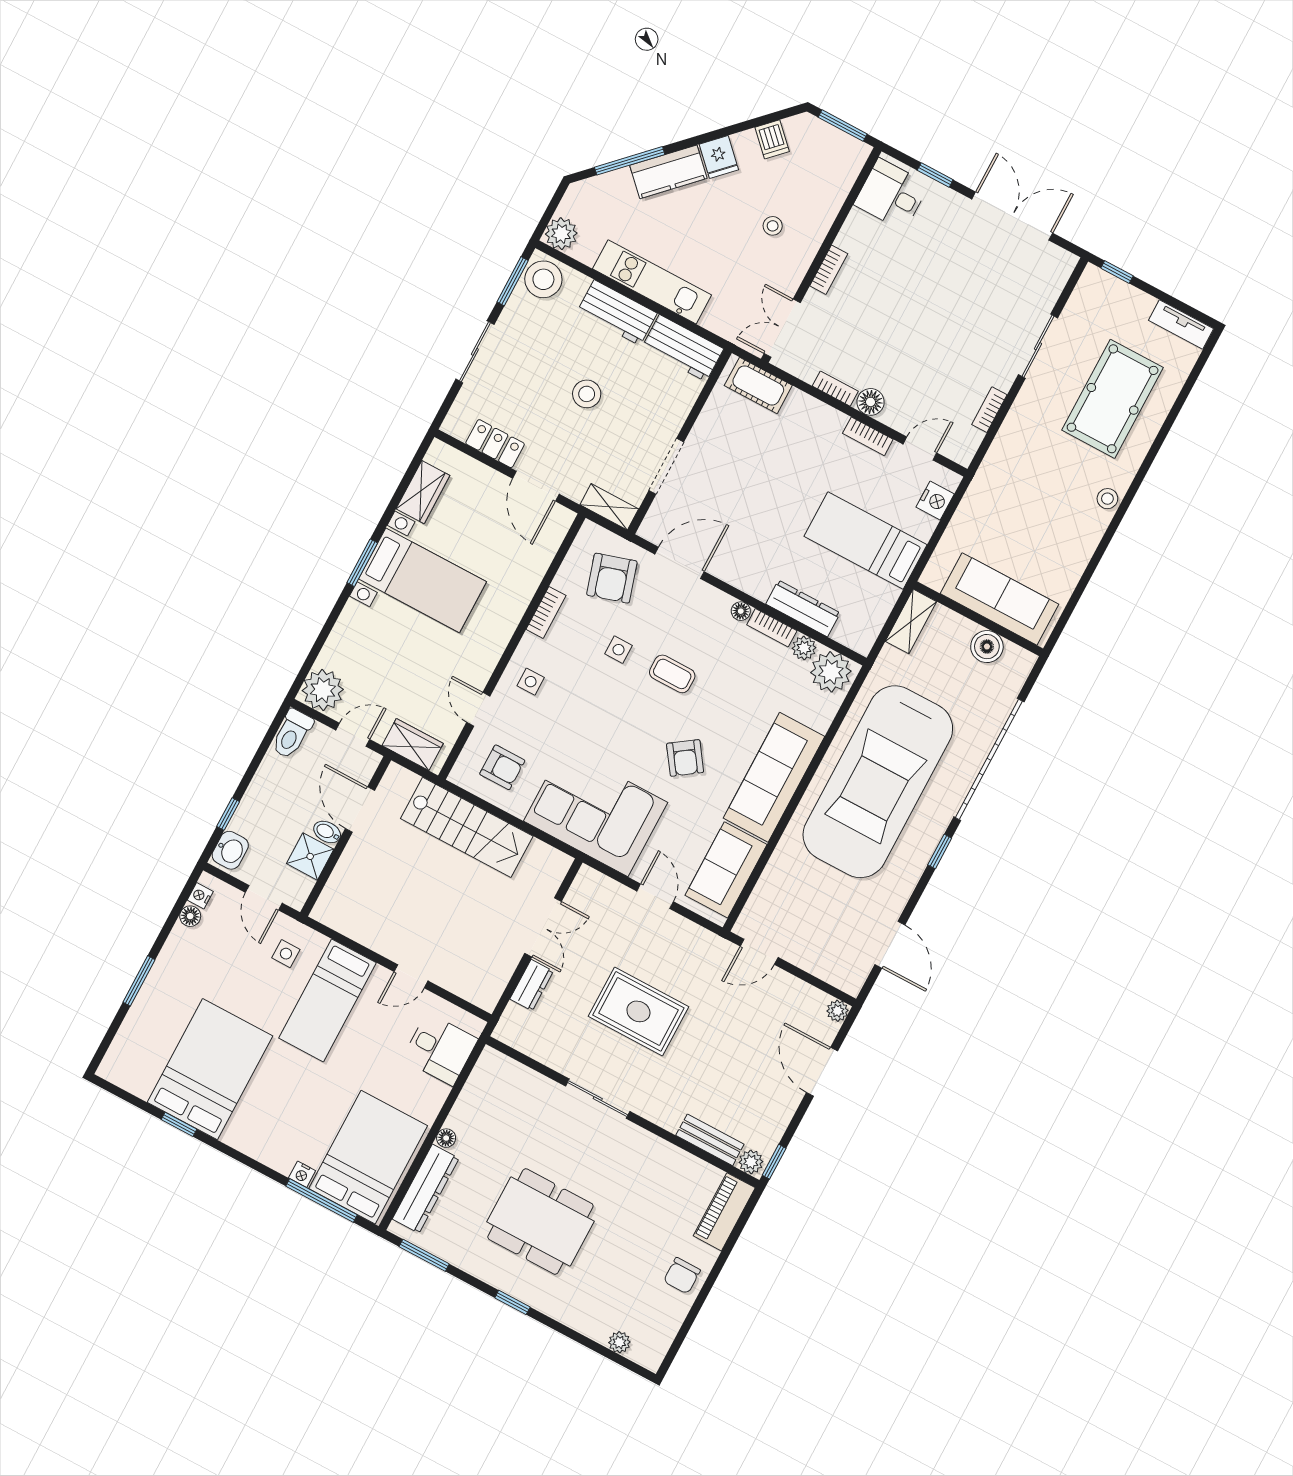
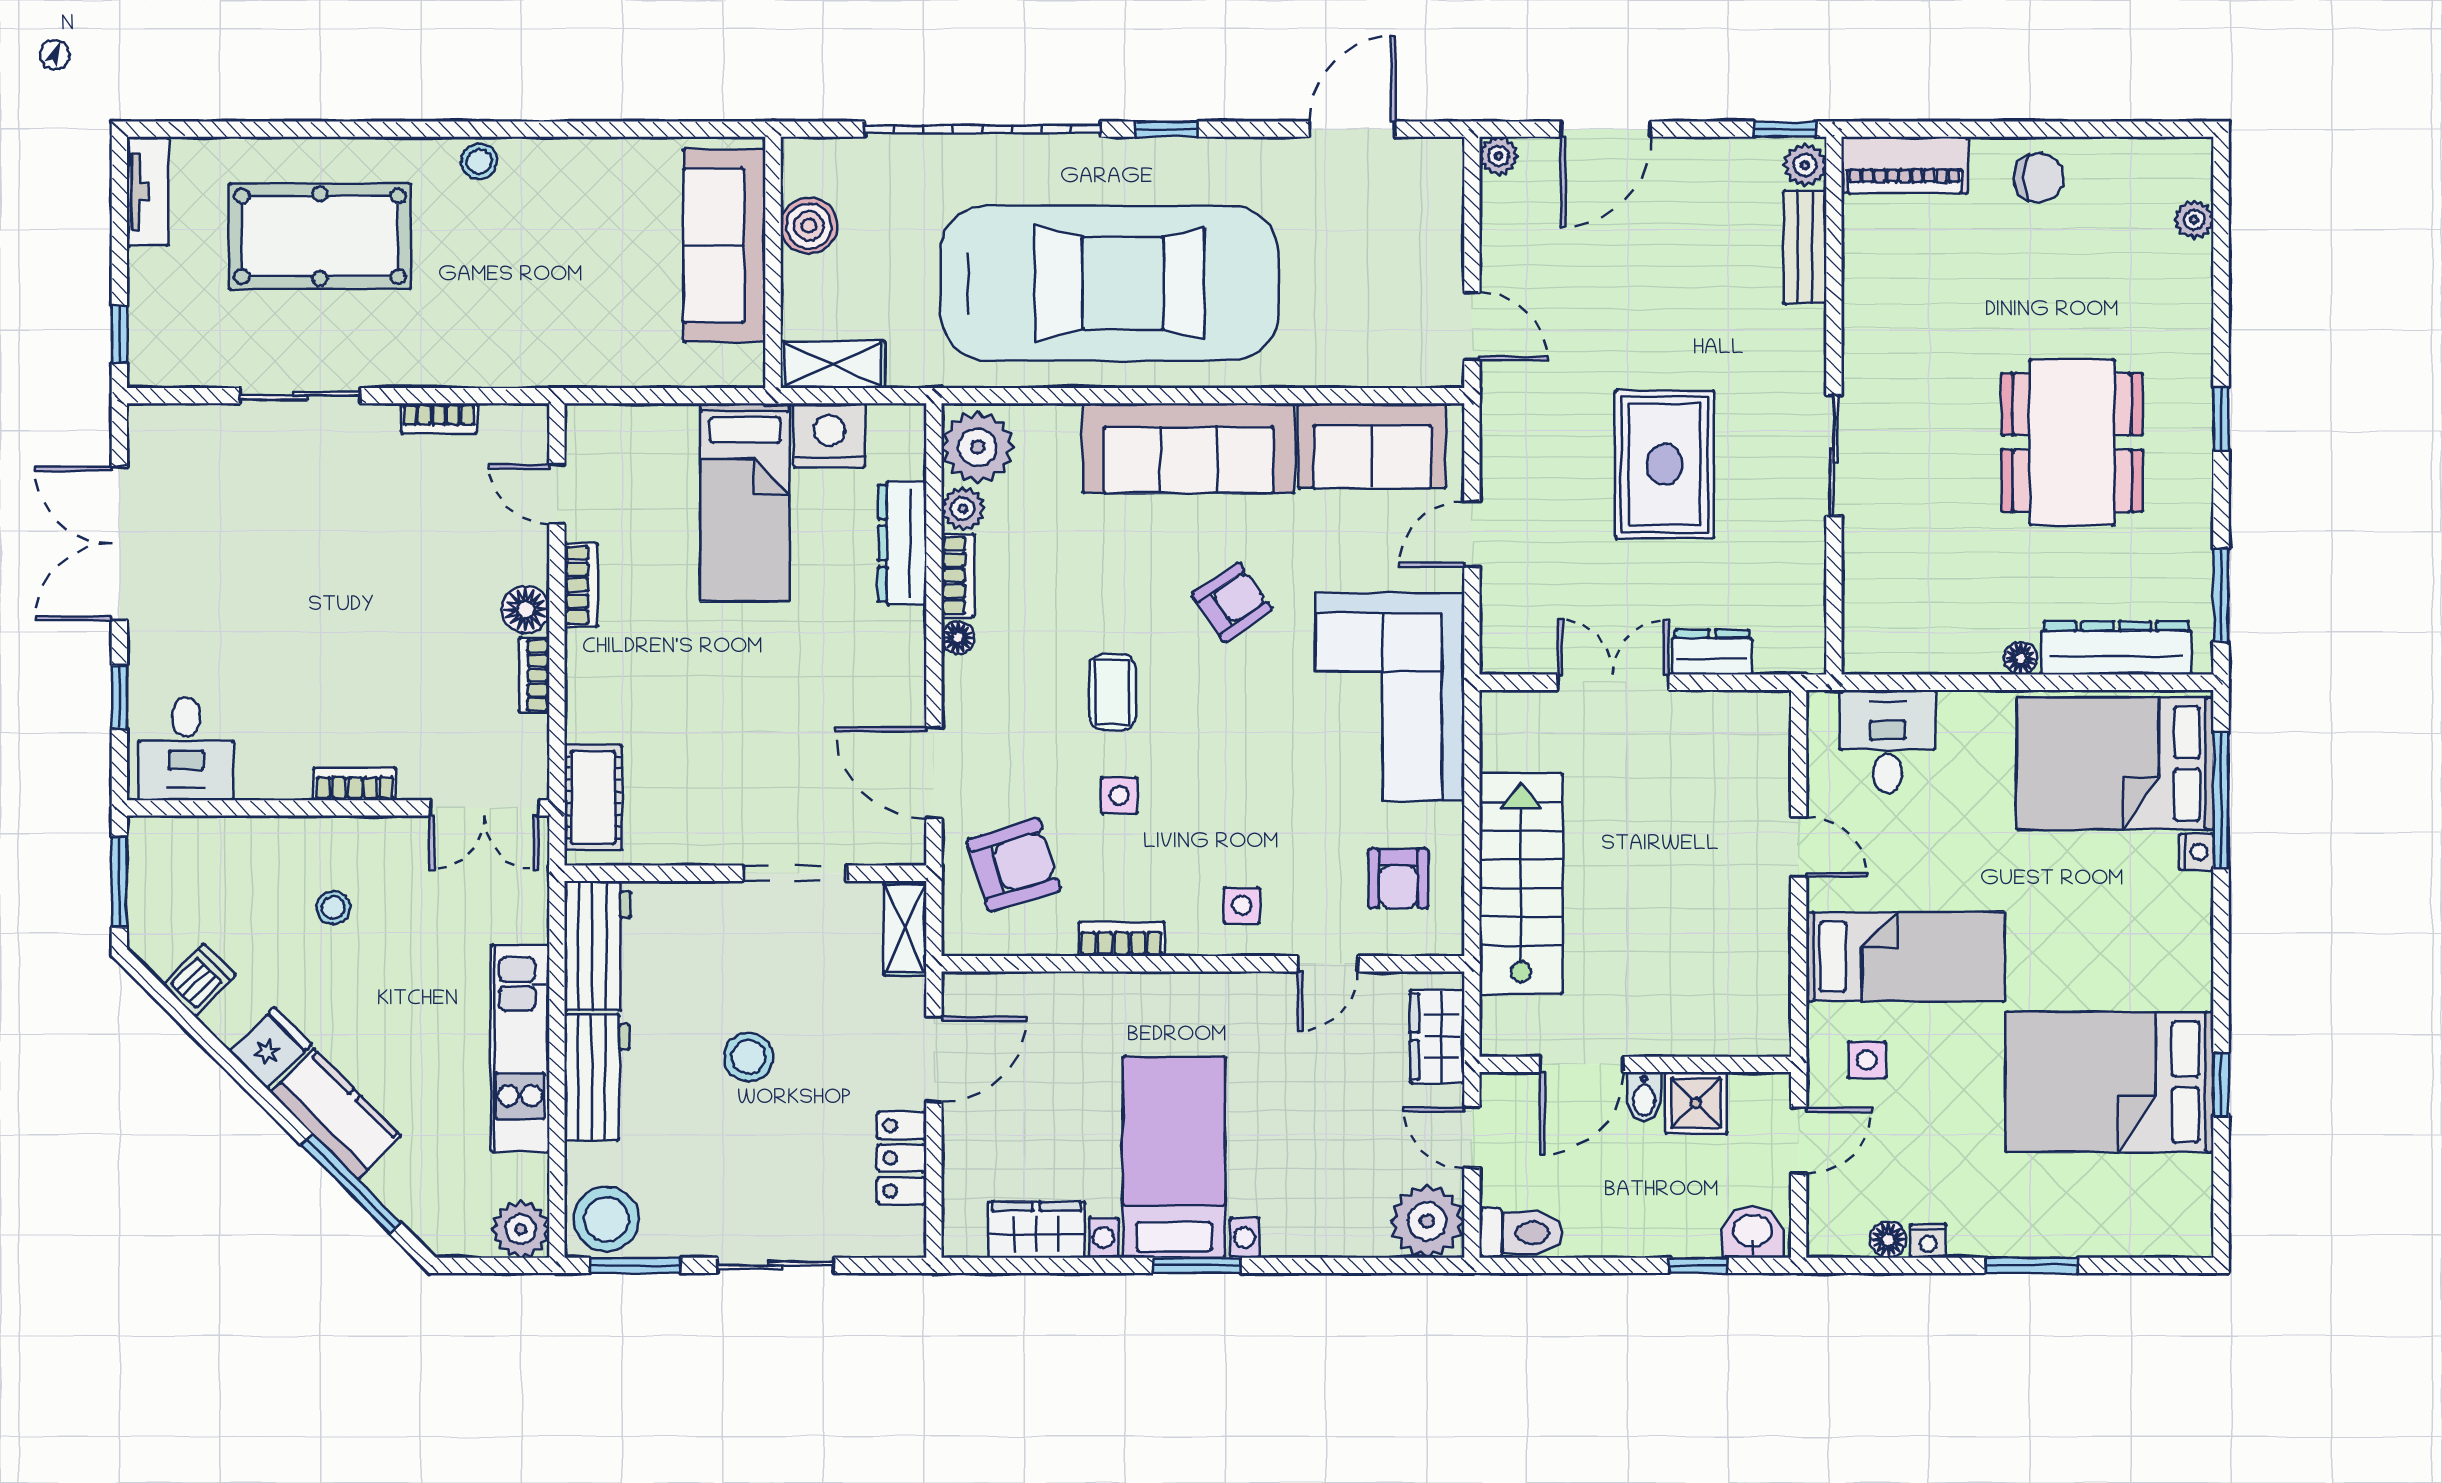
nightstand: (935, 501) -> (829, 435), moved, width x1.36, depth x1.33
armchair: (502, 767) -> (1398, 878), turned 180
nightstand: (200, 896) -> (1928, 1241), moved

